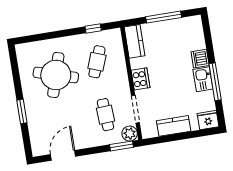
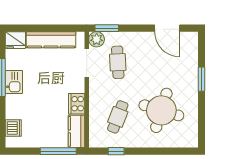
window: (164, 17) -> (58, 151), moved
dishwasher: (200, 59) -> (13, 128), moved
cooker: (141, 79) -> (77, 104), moved
kitchen counter: (174, 126) -> (51, 40), width x1.50
door: (63, 155) -> (167, 28), hinge flipped

